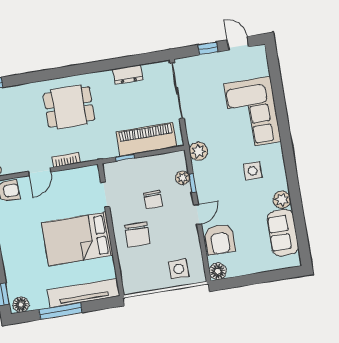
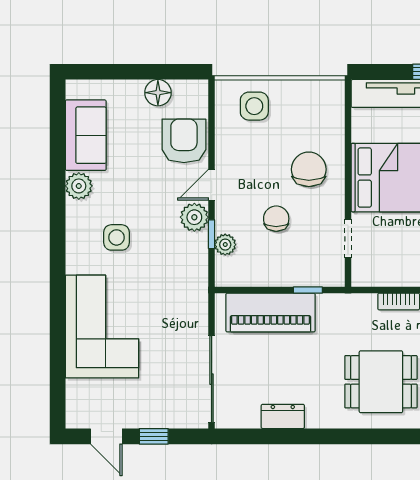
plant: (198, 151) -> (194, 217), moved
floor lamp: (218, 271) -> (158, 93), moved

